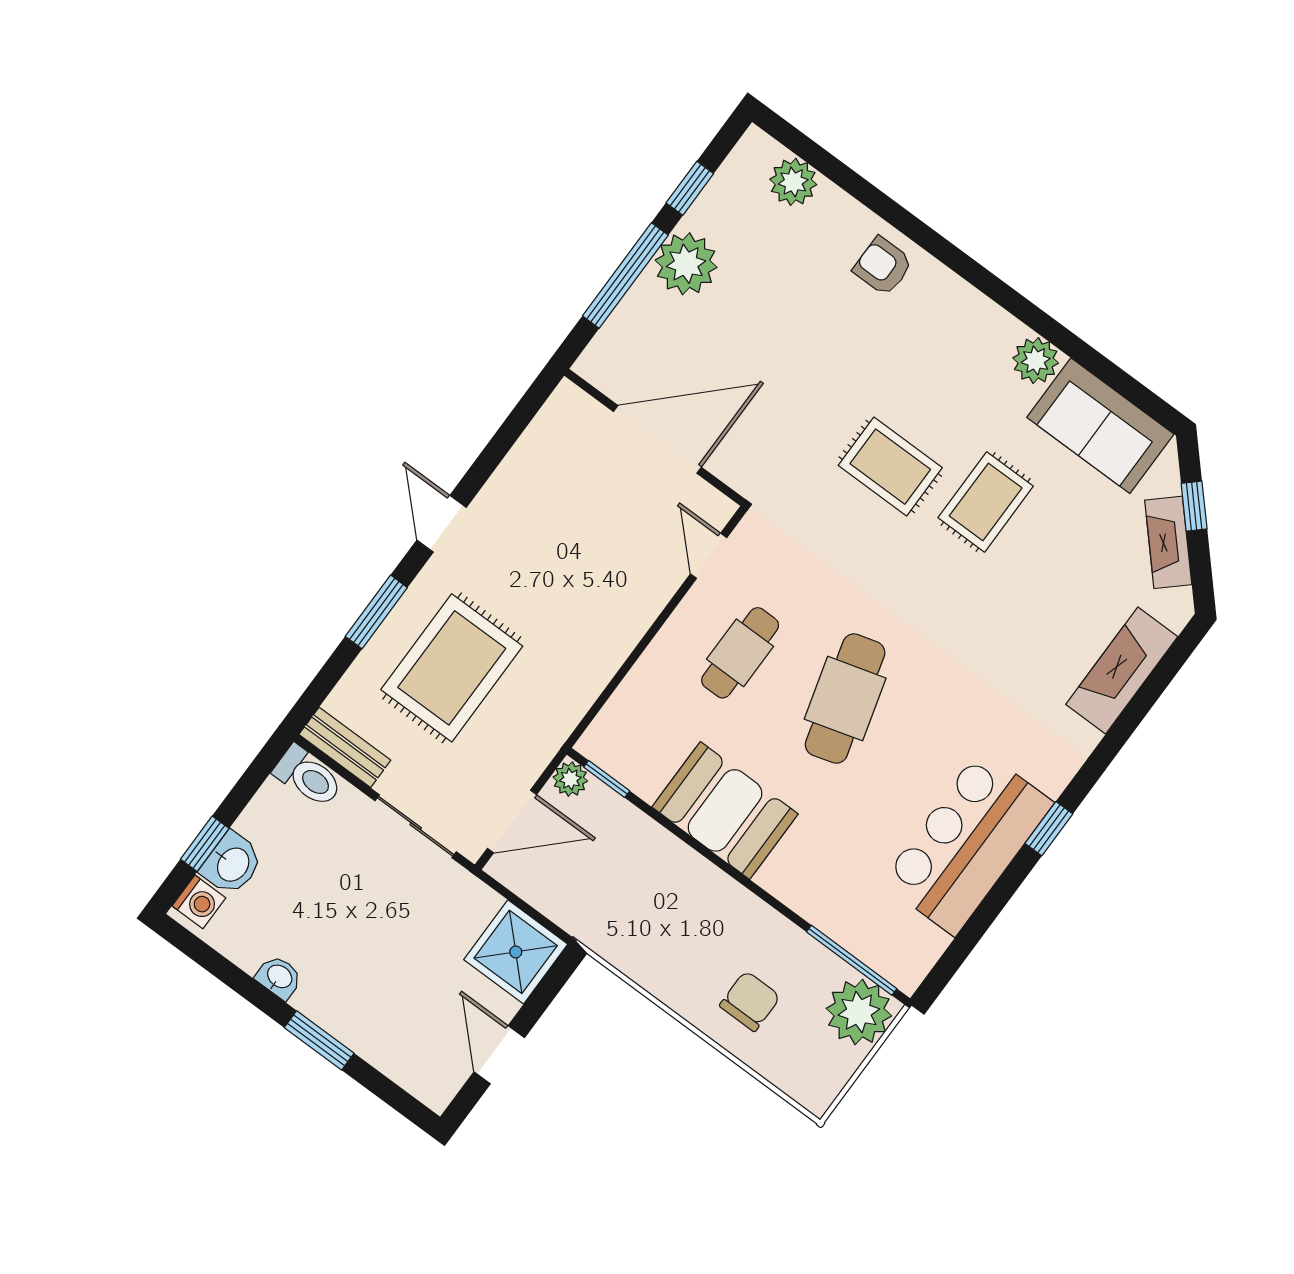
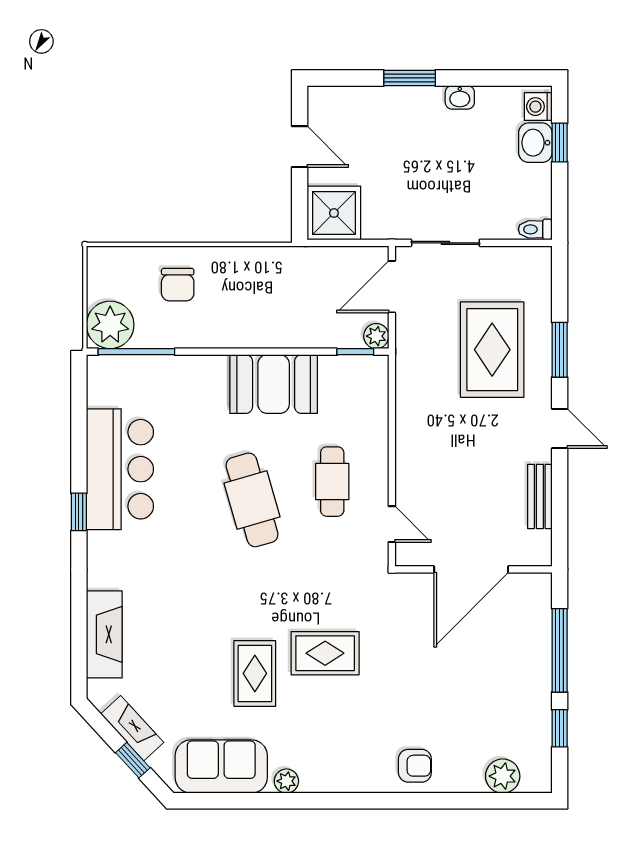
plant: (686, 264) -> (530, 683), removed
plant: (1036, 360) -> (286, 781), width x0.73, depth x0.73
bench: (345, 747) -> (540, 497), moved, turned 90
toilet: (308, 777) -> (535, 229), width x0.73, depth x0.72

